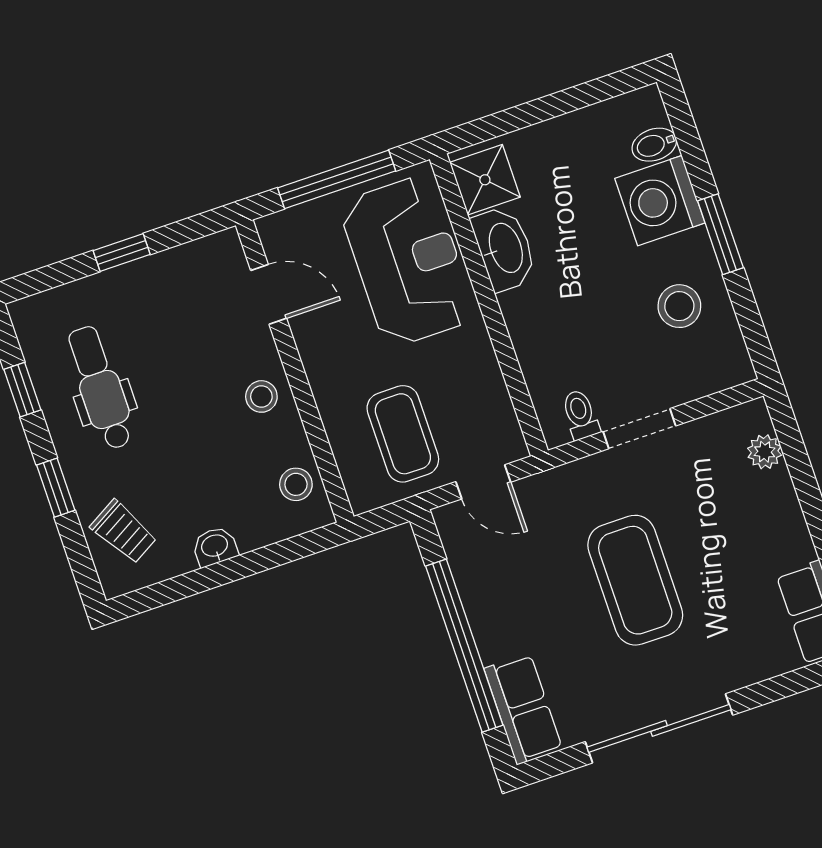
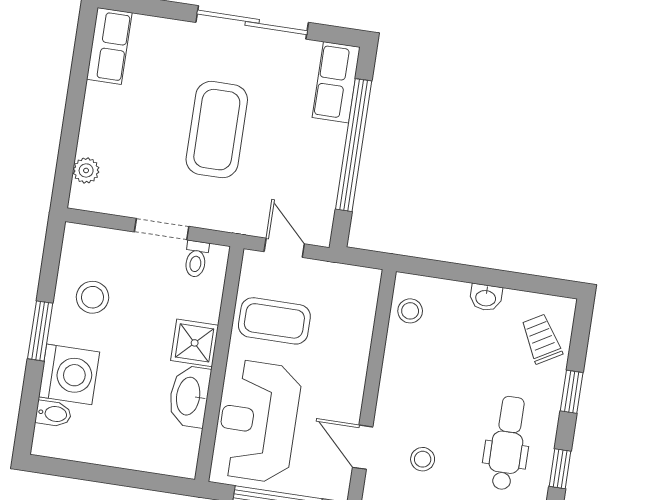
shower: (485, 180) -> (195, 343), moved
dental chair: (100, 388) -> (507, 443), turned 180
stool: (261, 396) -> (423, 459), moved
coffee table: (403, 434) -> (274, 321), moved, turned 90

